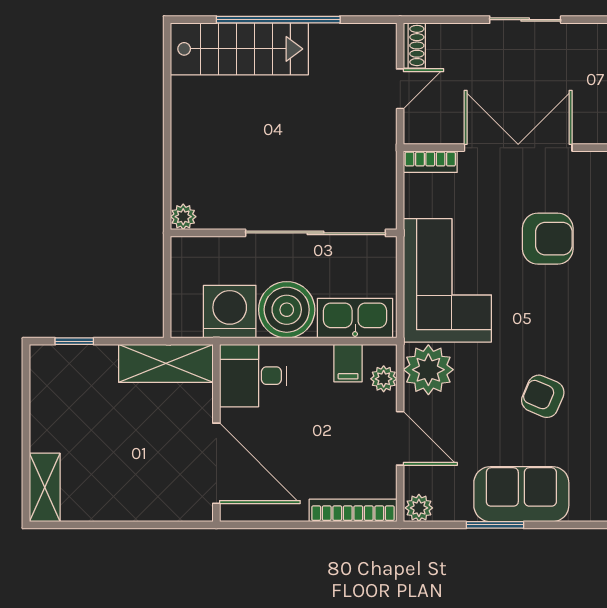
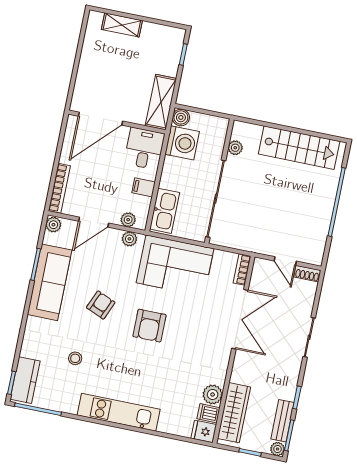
stairs: (239, 49) -> (299, 148), moved, turned -90
plant: (183, 217) -> (235, 148), moved
armchair: (548, 239) -> (149, 326), moved
boiler: (287, 310) -> (181, 117), moved, width x0.54, depth x0.54
filing cabinet: (348, 363) -> (144, 187), moved
plant: (428, 370) -> (129, 239), width x0.53, depth x0.53
shelving: (45, 487) -> (122, 25), moved
sofa: (521, 494) -> (50, 282), width x1.36

